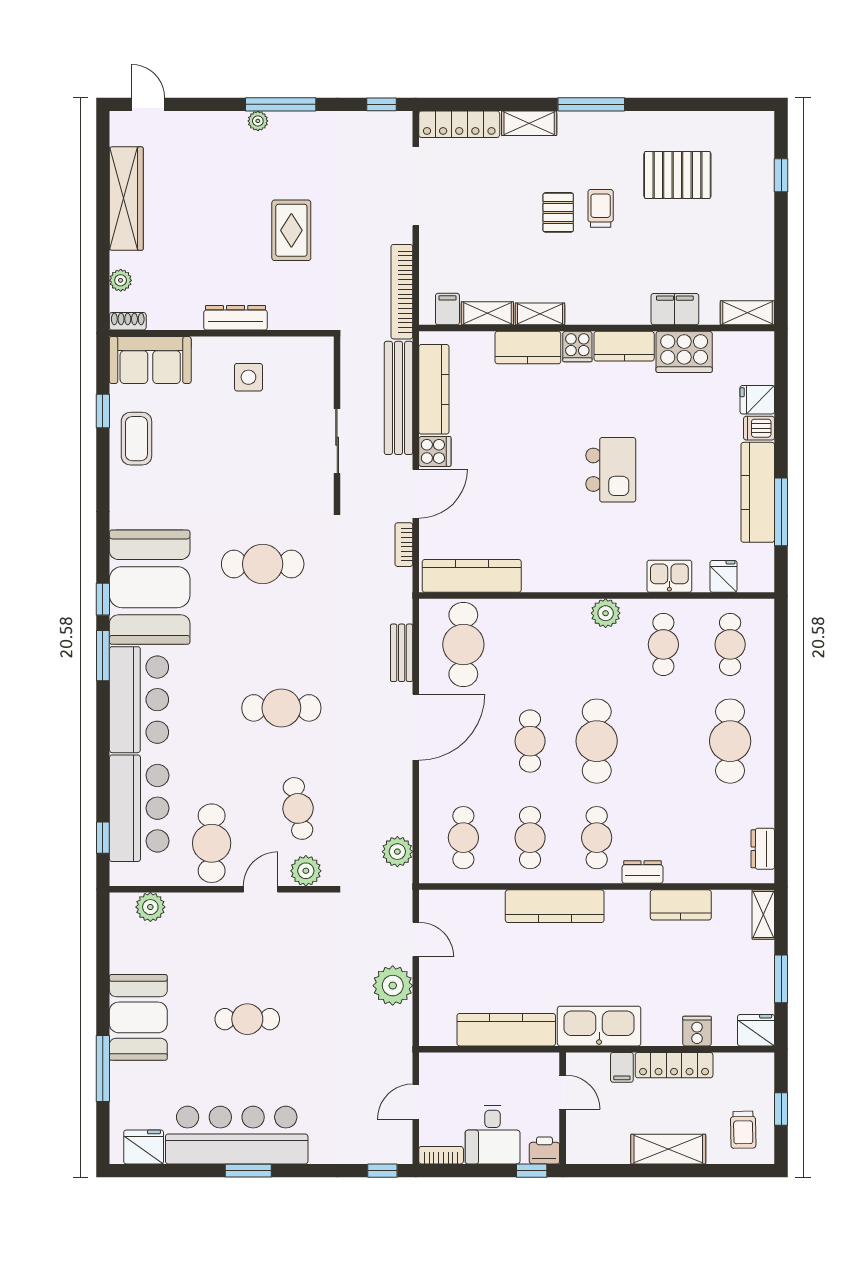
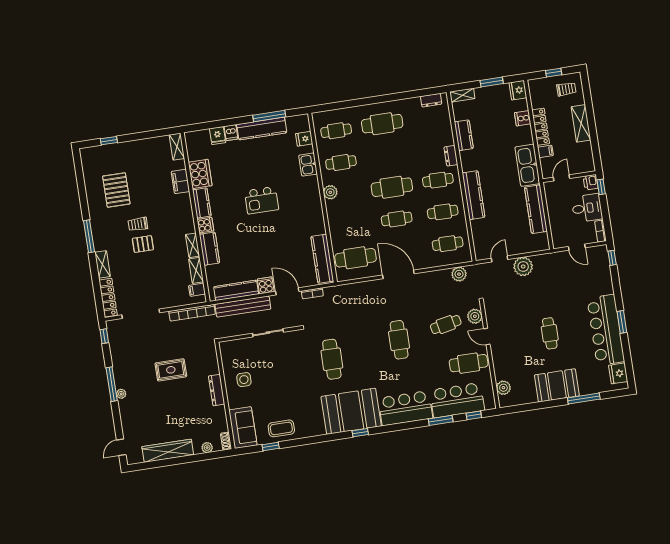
kitchen island: (611, 470) -> (262, 200), turned 180
bench: (402, 653) -> (364, 287), removed
window: (103, 656) -> (441, 420), moved

